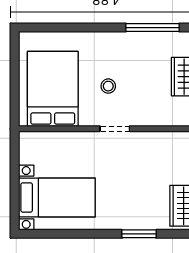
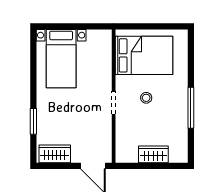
window: (153, 28) -> (191, 108), moved

